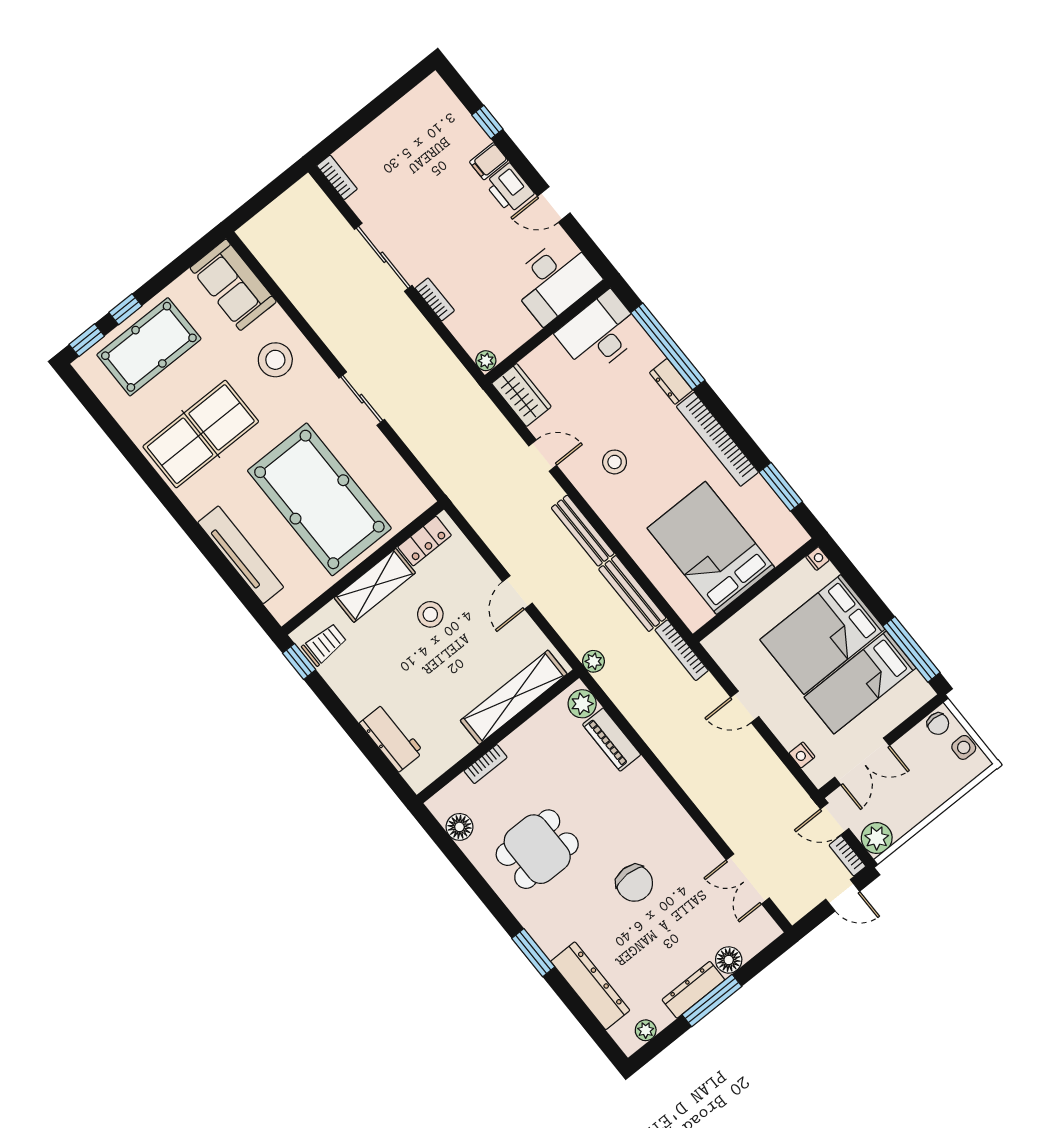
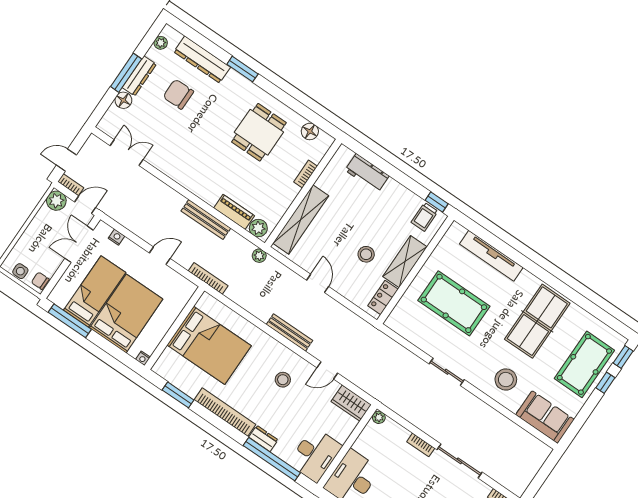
pool table: (319, 499) -> (454, 303), width x0.73, depth x0.76
bench: (632, 593) -> (206, 220), moved
chair: (634, 883) -> (178, 94), moved

